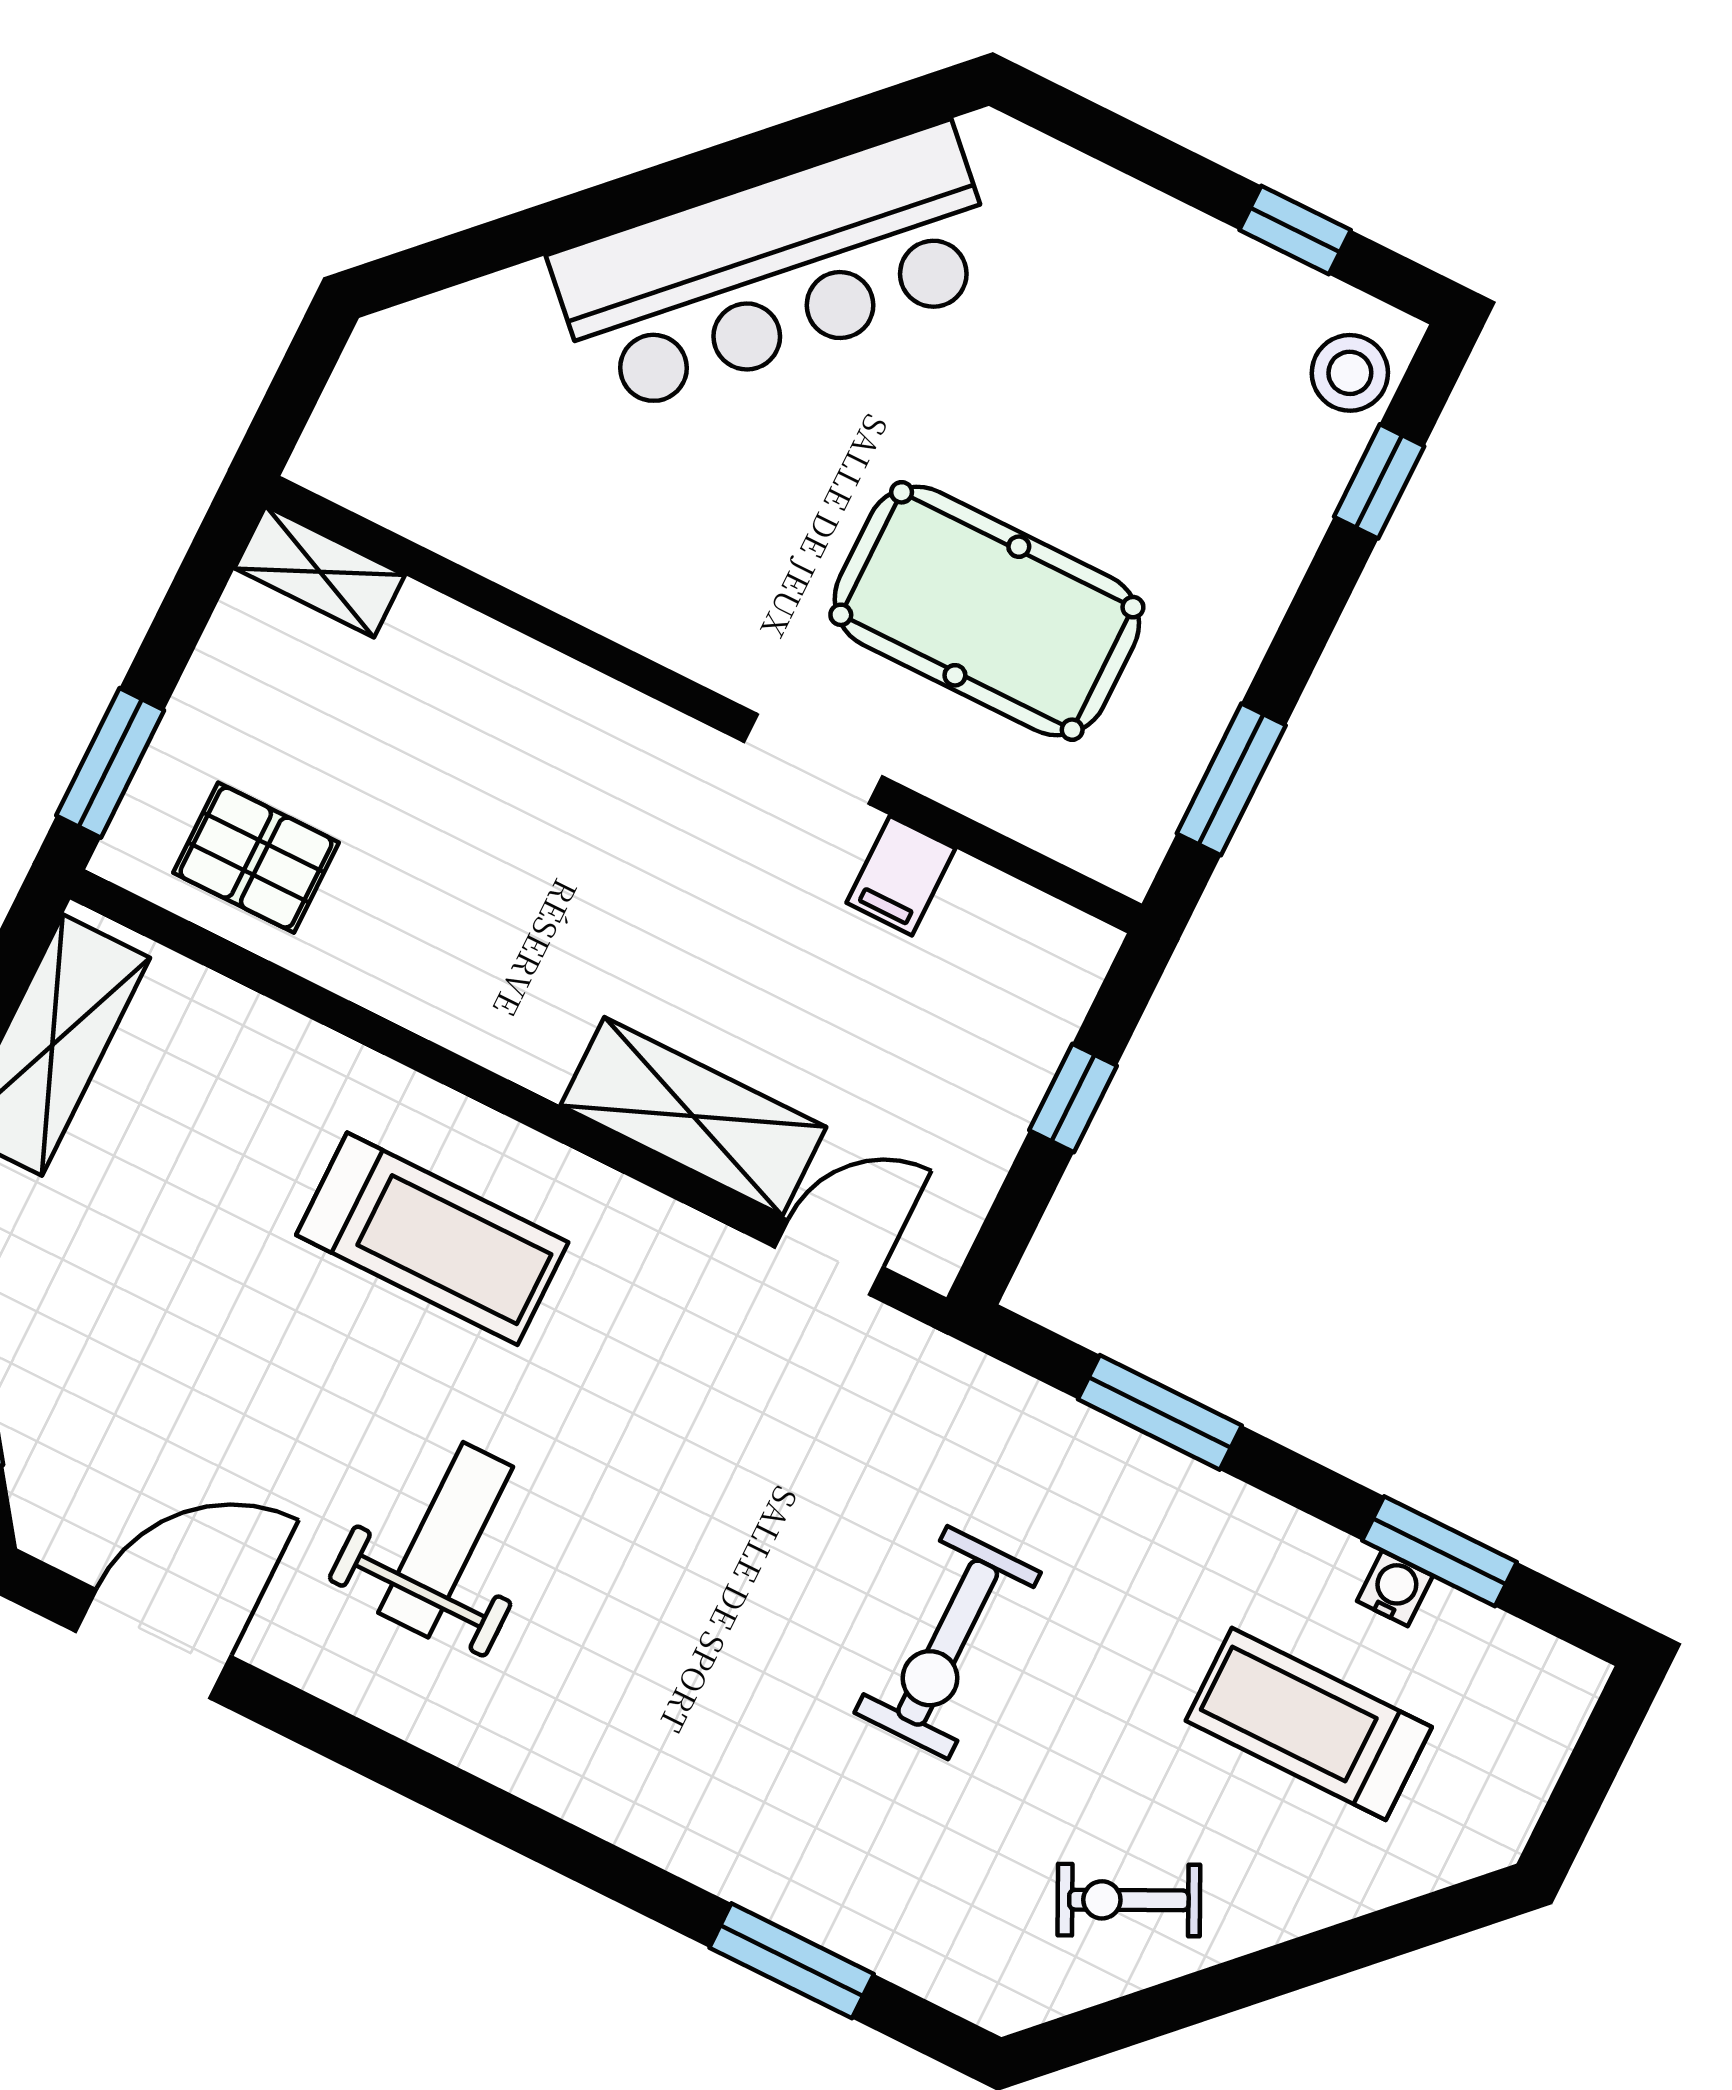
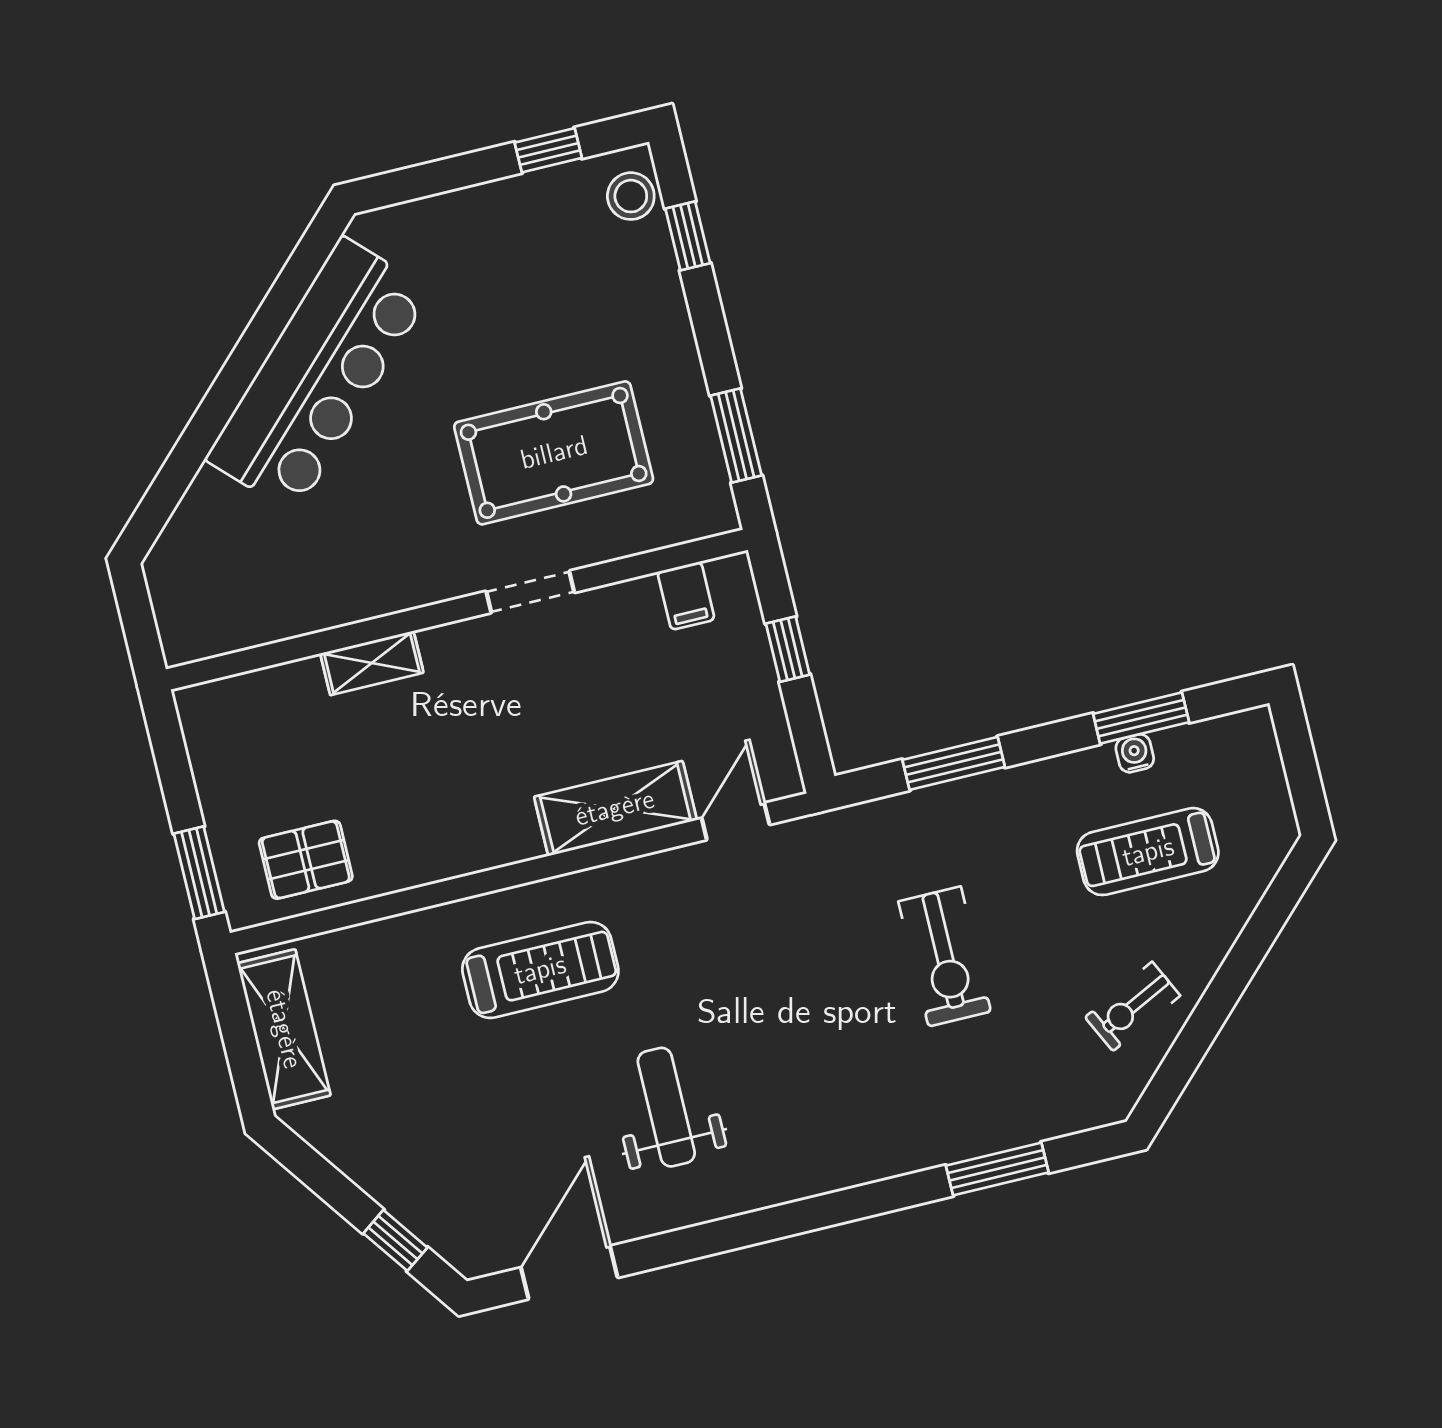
shelving: (320, 572) -> (372, 663), moved
filing cabinet: (901, 876) -> (686, 596), moved

